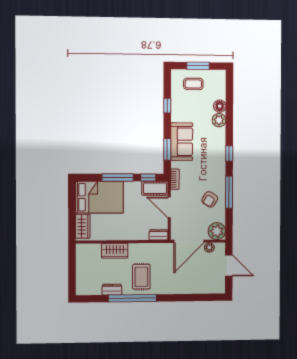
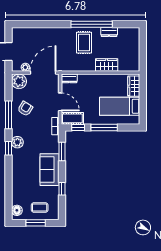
floor lamp: (220, 106) -> (17, 210), moved
plant: (219, 120) -> (17, 142), moved
sofa: (182, 142) -> (50, 170), moved
bed: (99, 197) -> (120, 106), width x0.67

